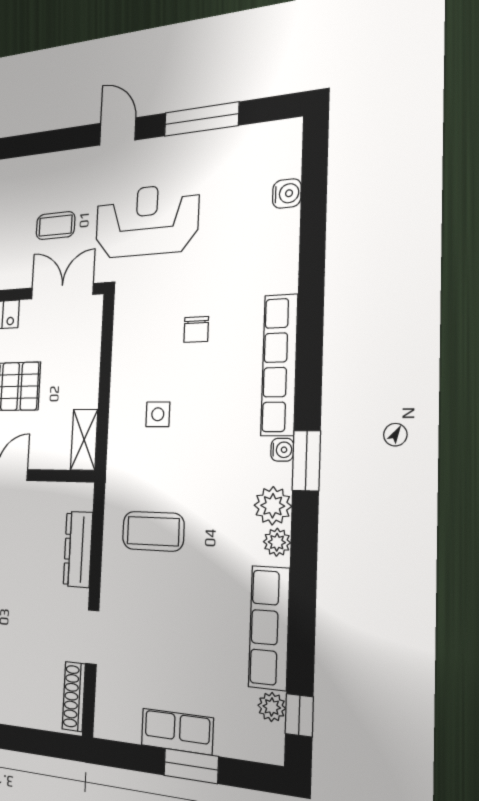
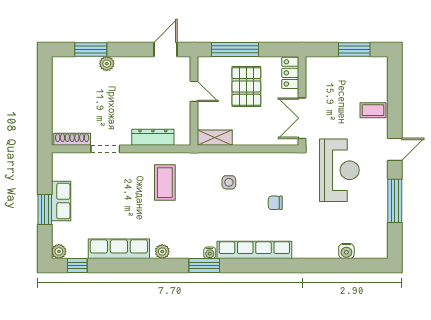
coffee table: (55, 226) -> (373, 110), moved, turned 90
double door: (62, 291) -> (302, 118), swing flipped
plant: (273, 506) -> (181, 249), removed
plant: (272, 707) -> (59, 251), moved

